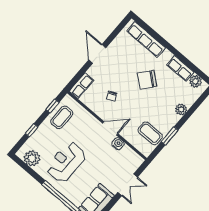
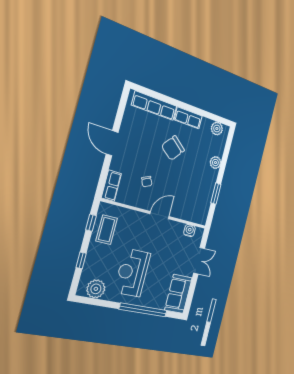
row of seats: (180, 68) -> (188, 118), moved
coffee table: (150, 133) -> (198, 200), removed
water cooler: (118, 144) -> (189, 231), moved

